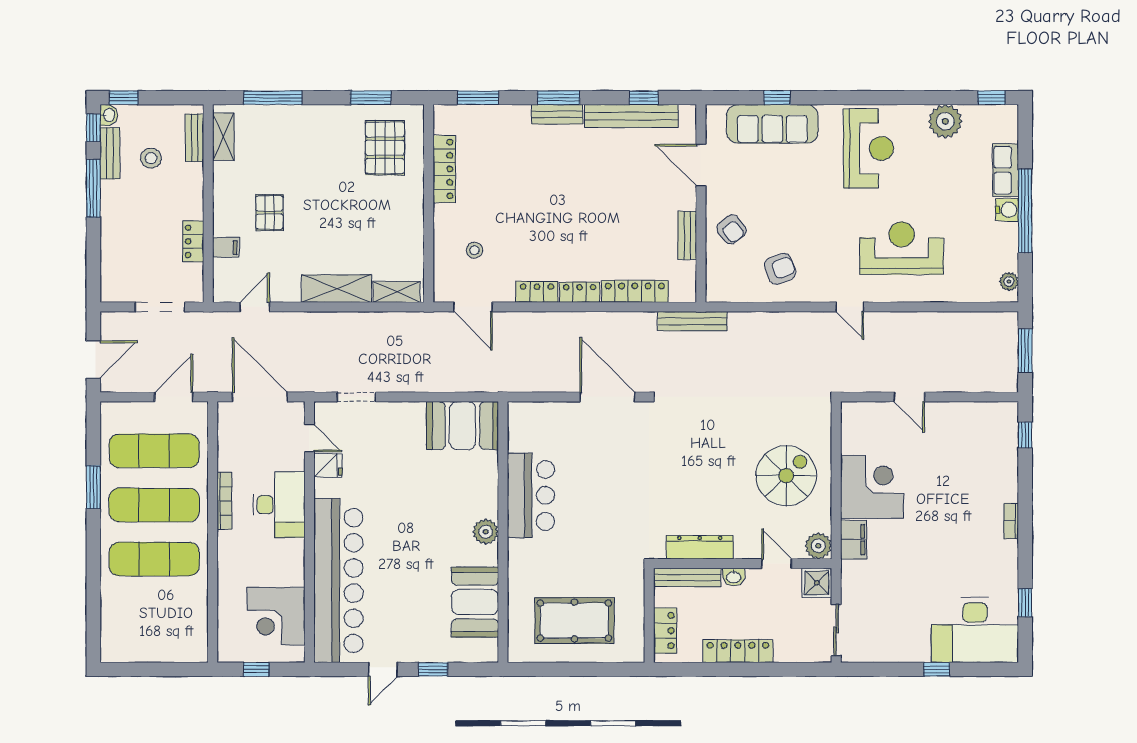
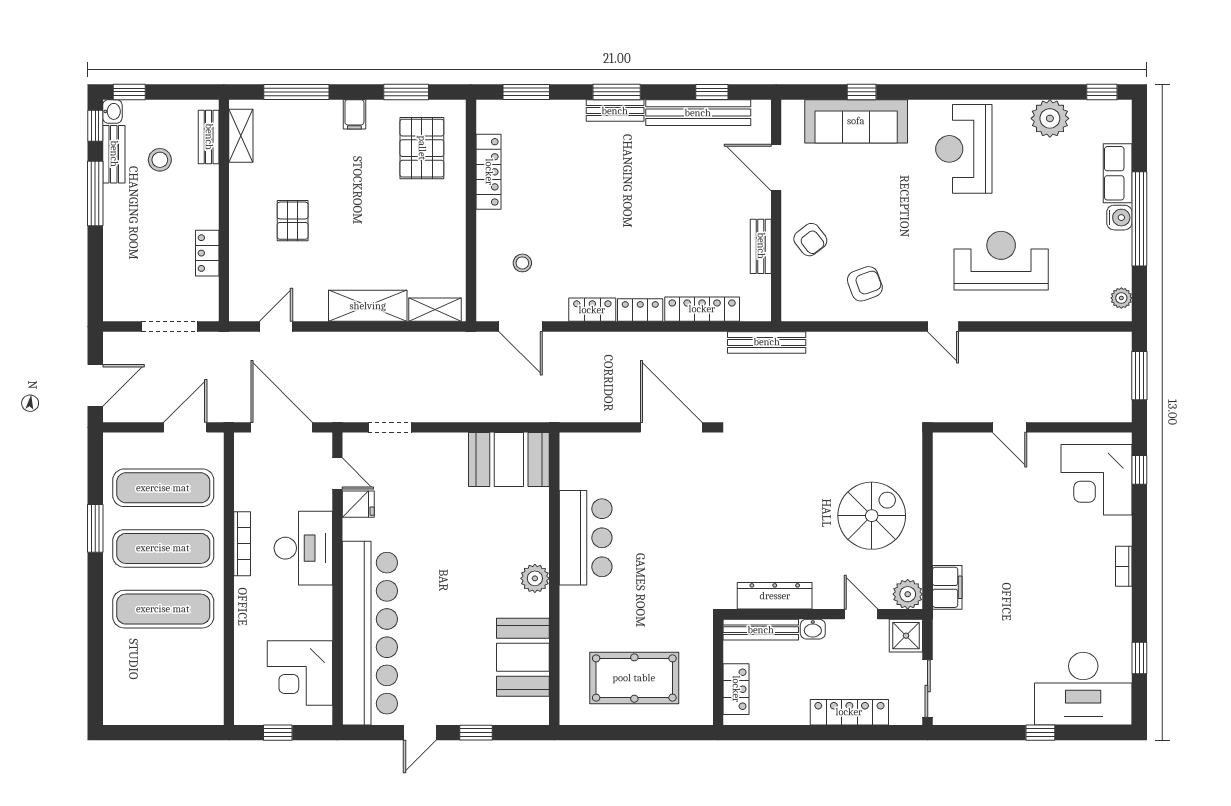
reception desk: (868, 149) -> (964, 149), turned 180
filing cabinet: (226, 248) -> (354, 114), moved, turned 90
corner desk: (872, 487) -> (1097, 480), moved, turned 180
locker: (738, 651) -> (849, 712), moved

